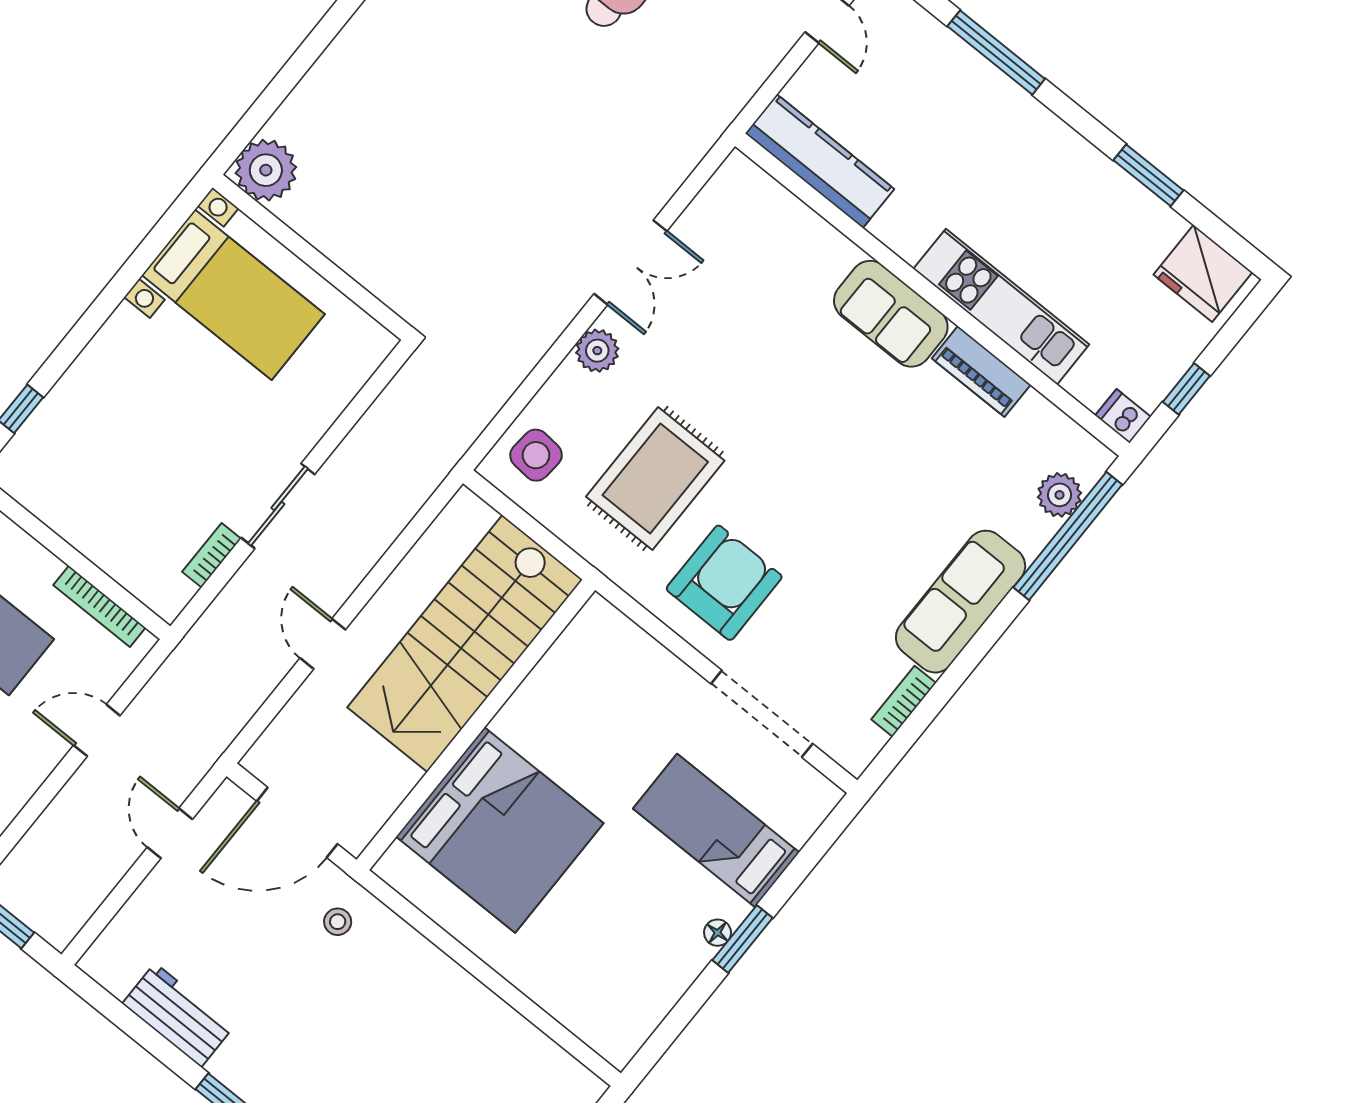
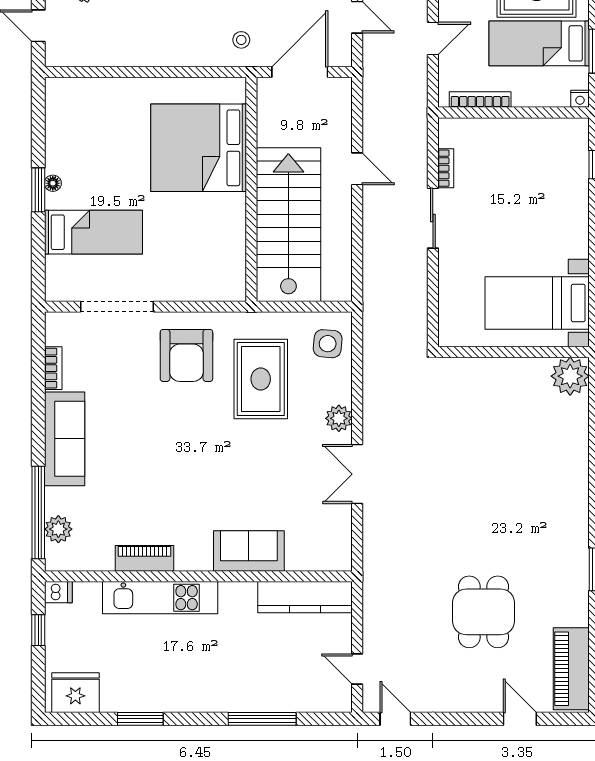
sofa: (891, 314) -> (249, 551), moved

